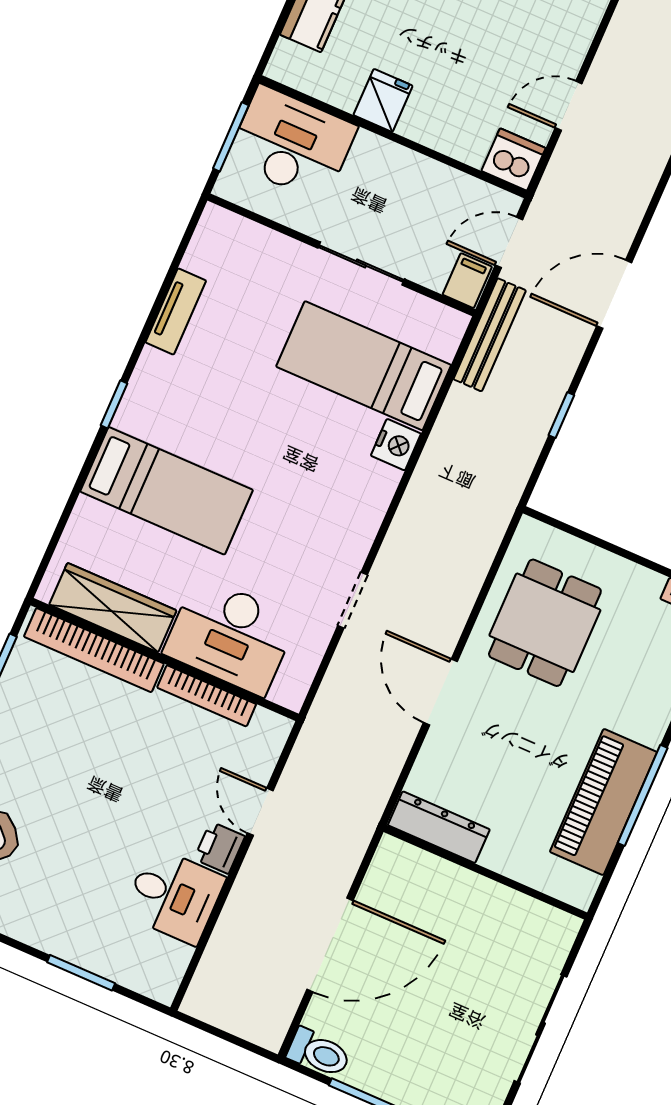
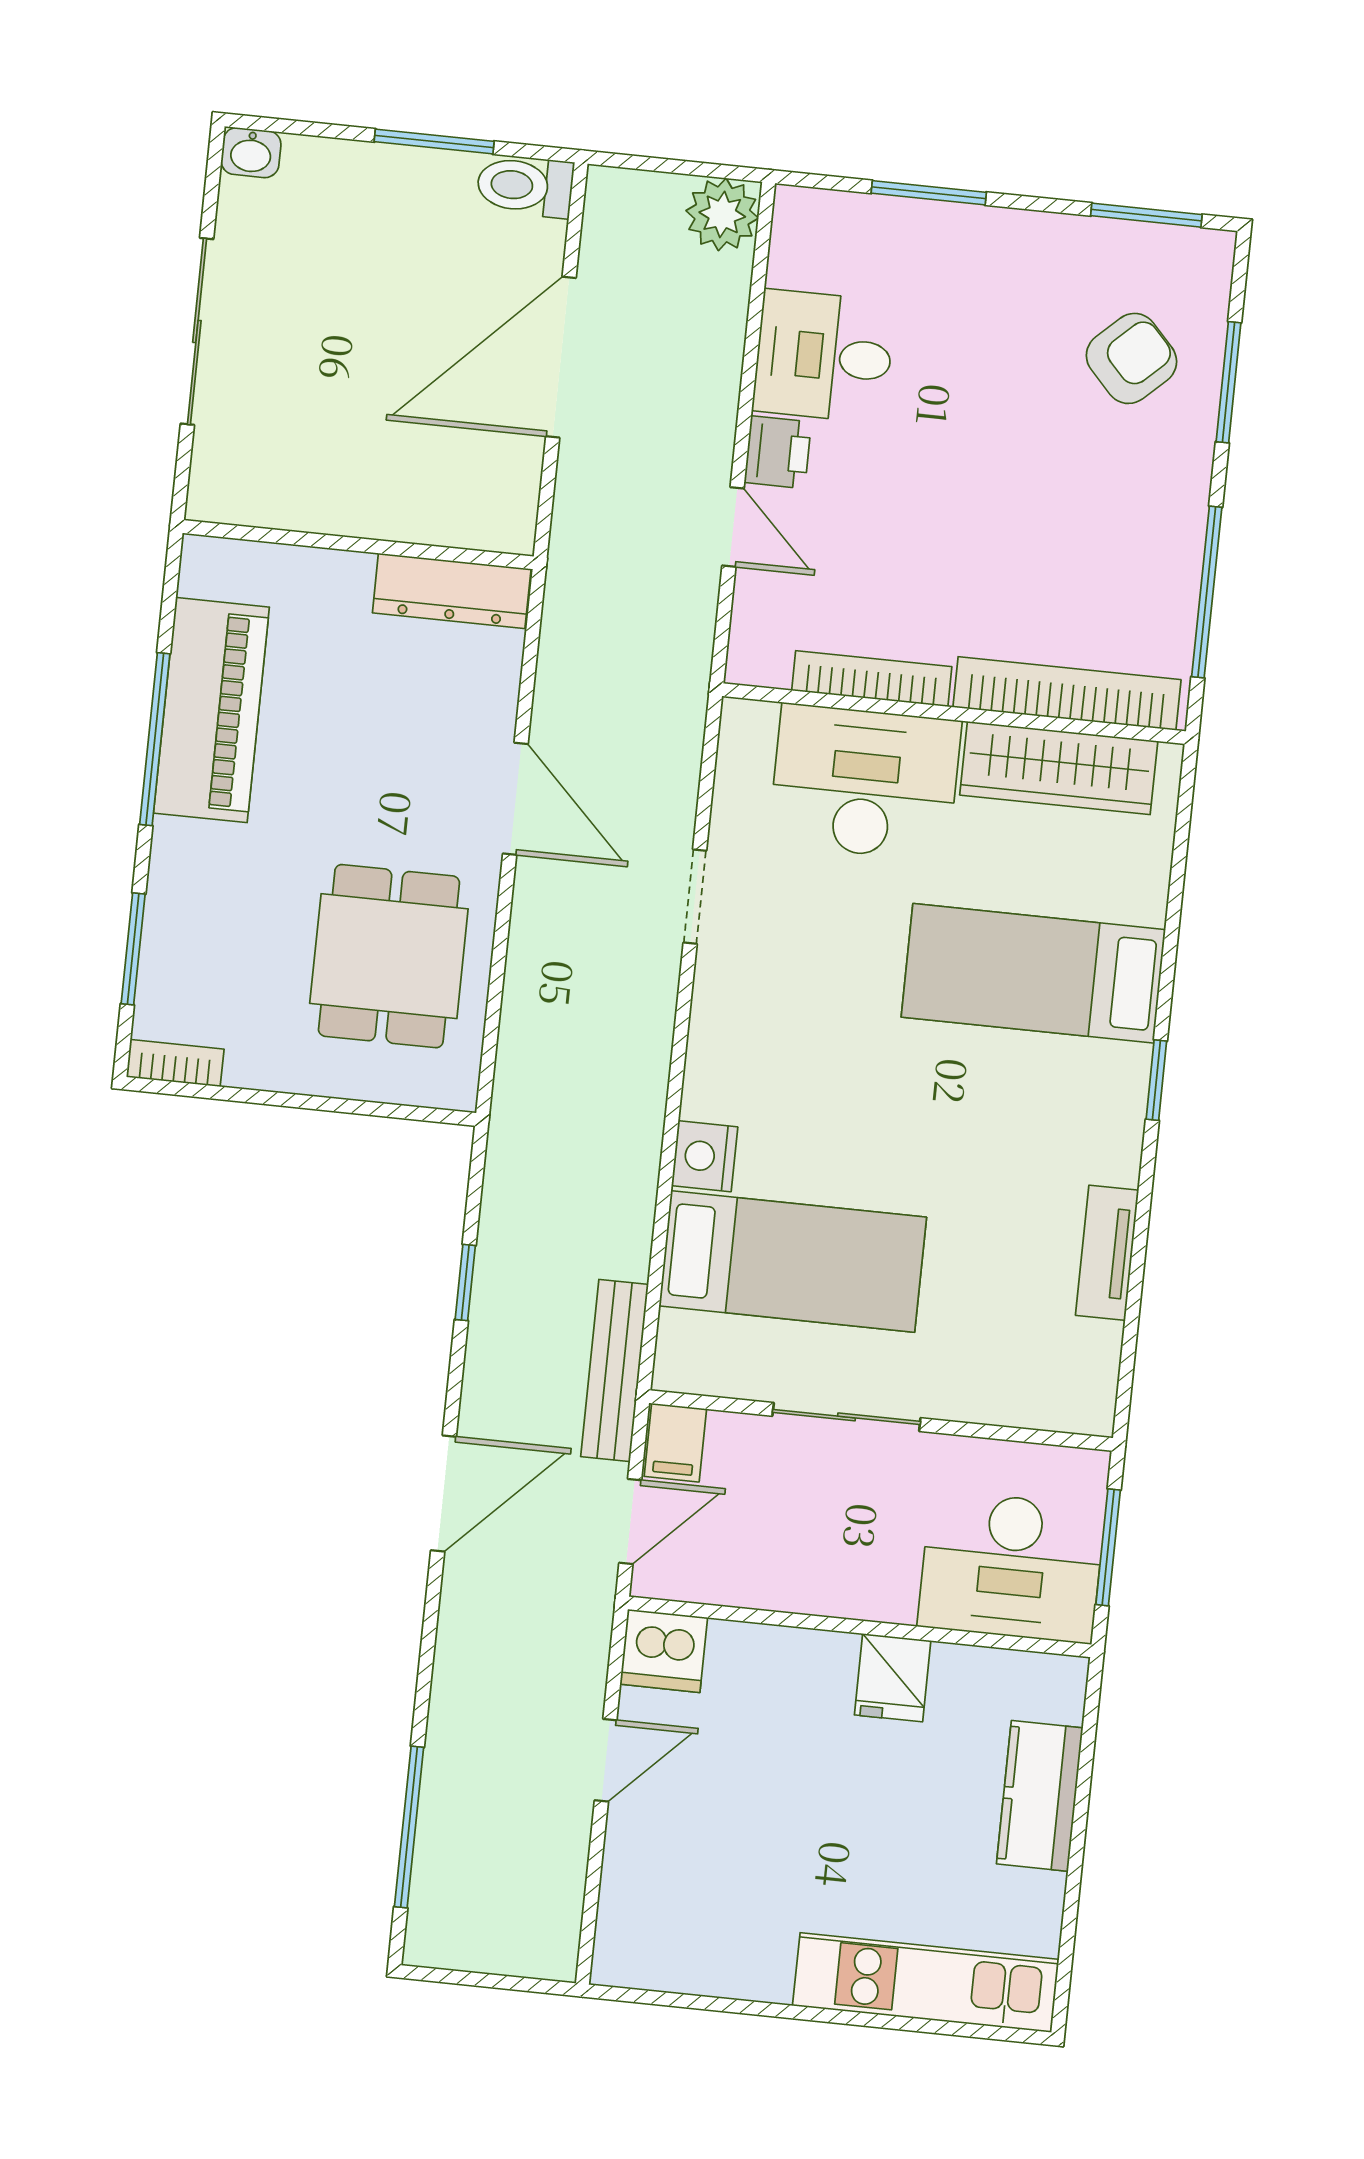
plant: (207, 999) -> (722, 214), added

